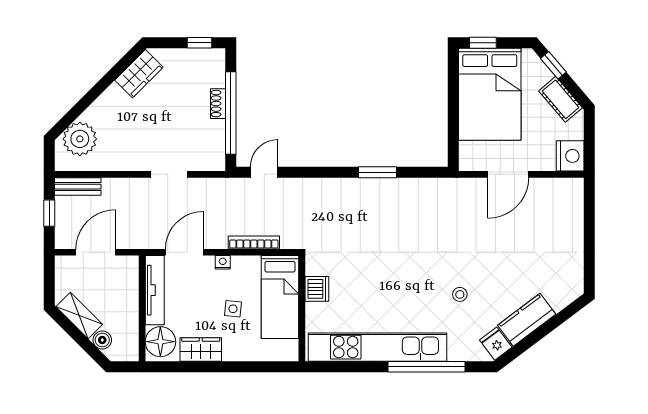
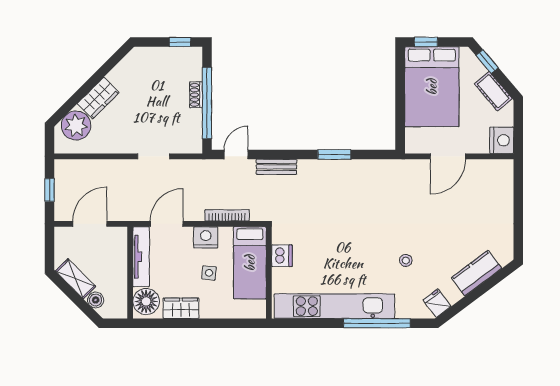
wardrobe: (139, 74) -> (98, 98), moved
bench: (78, 187) -> (276, 167), moved
nightstand: (223, 262) -> (206, 237), width x1.89, depth x1.79
kitchen counter: (527, 320) -> (476, 273), moved

